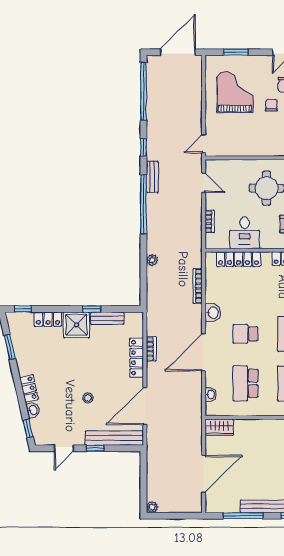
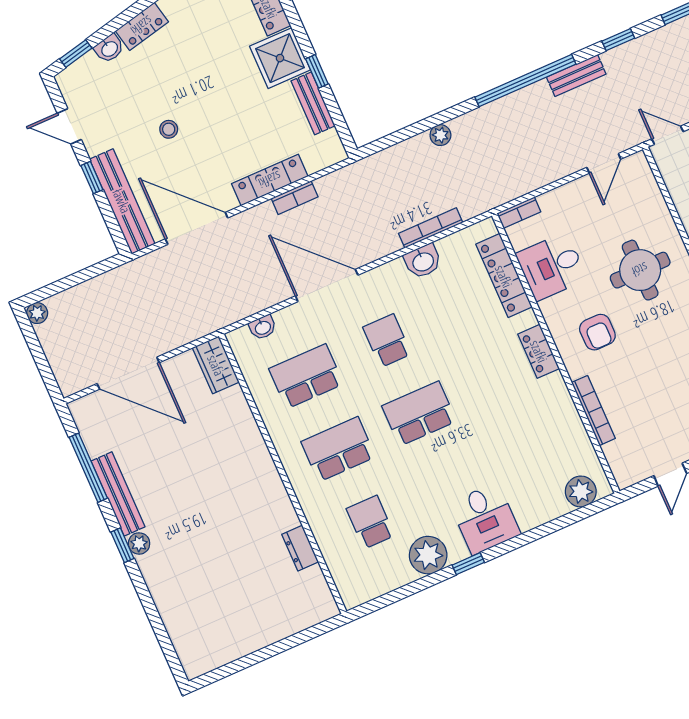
bookcase: (210, 222) -> (519, 213), moved
washbasin: (213, 313) -> (423, 261), moved

